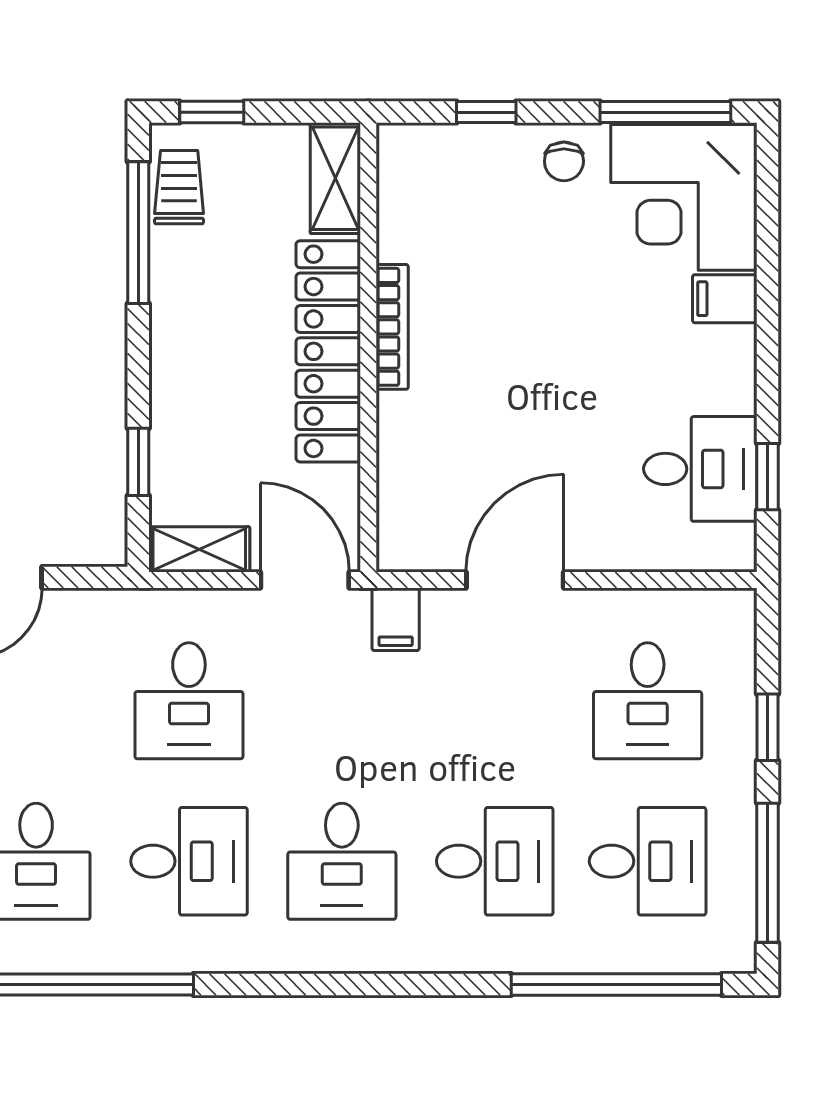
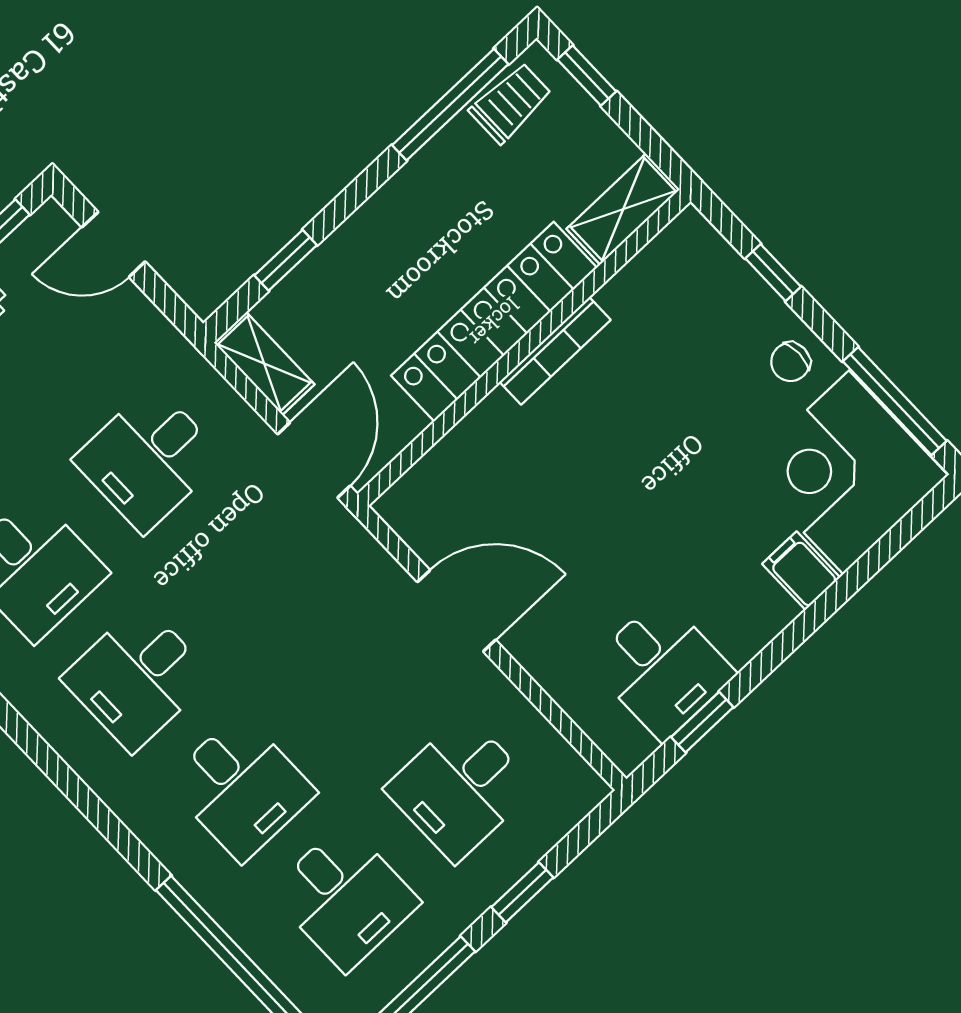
filing cabinet: (396, 619) -> (347, 552), removed

